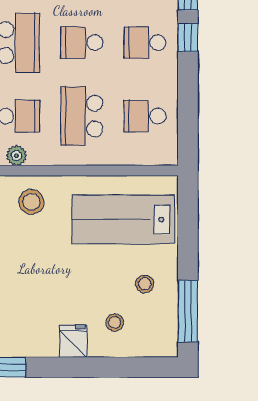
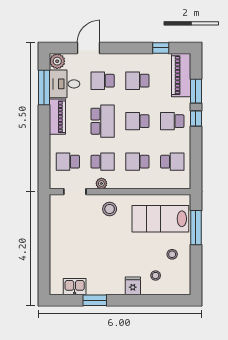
school desk: (82, 116) -> (137, 162), width x0.54
school desk: (145, 116) -> (172, 162), turned 180
window: (188, 311) -> (196, 228), moved

